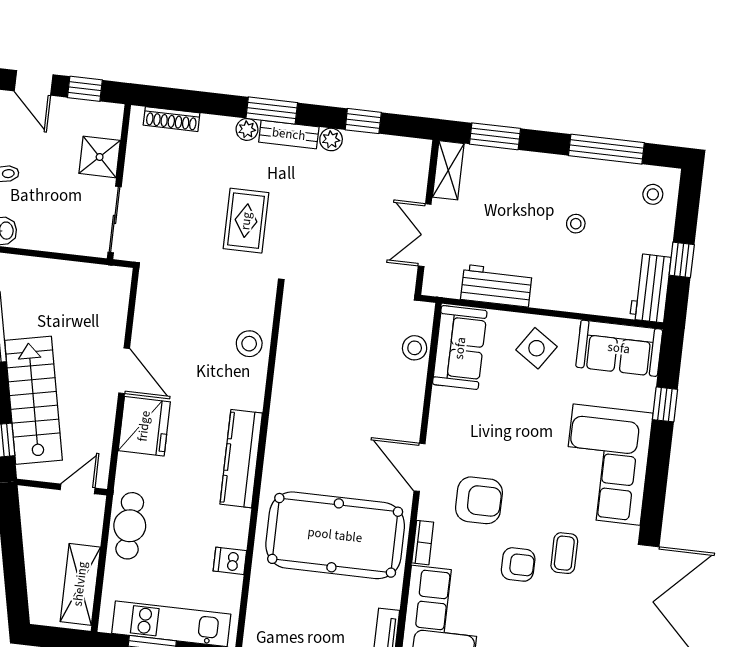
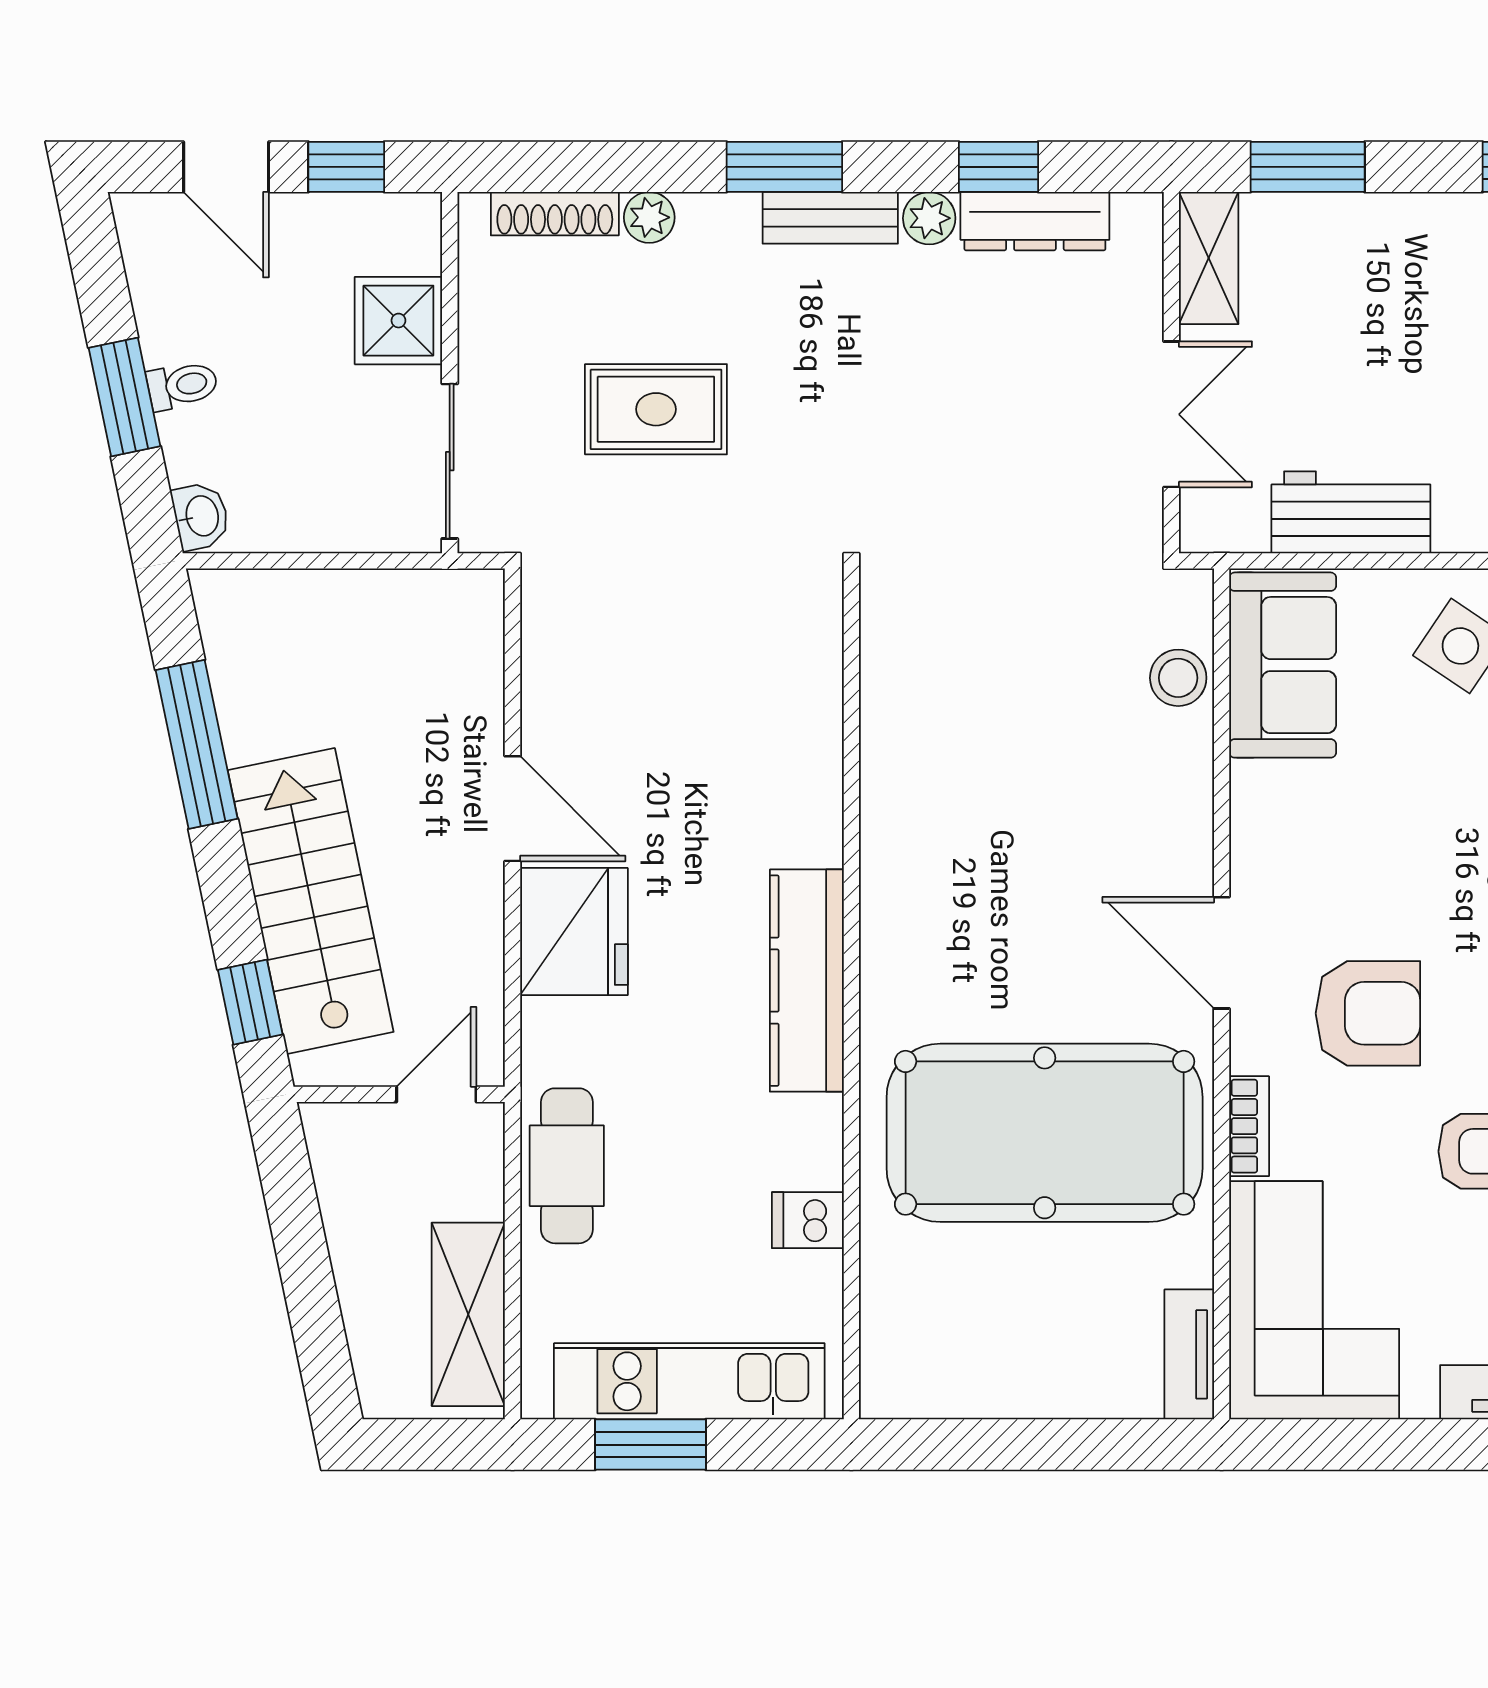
plant: (247, 129) -> (649, 217), moved
dresser: (376, 146) -> (1035, 221), added
rug: (246, 221) -> (656, 409), moved, turned 90
double door: (425, 235) -> (1171, 414), swing flipped
stool: (249, 344) -> (794, 712), removed

